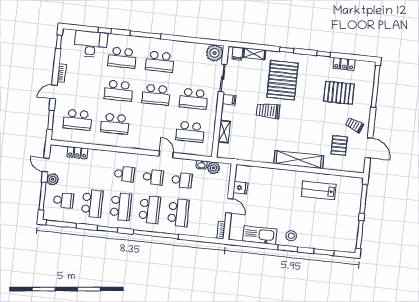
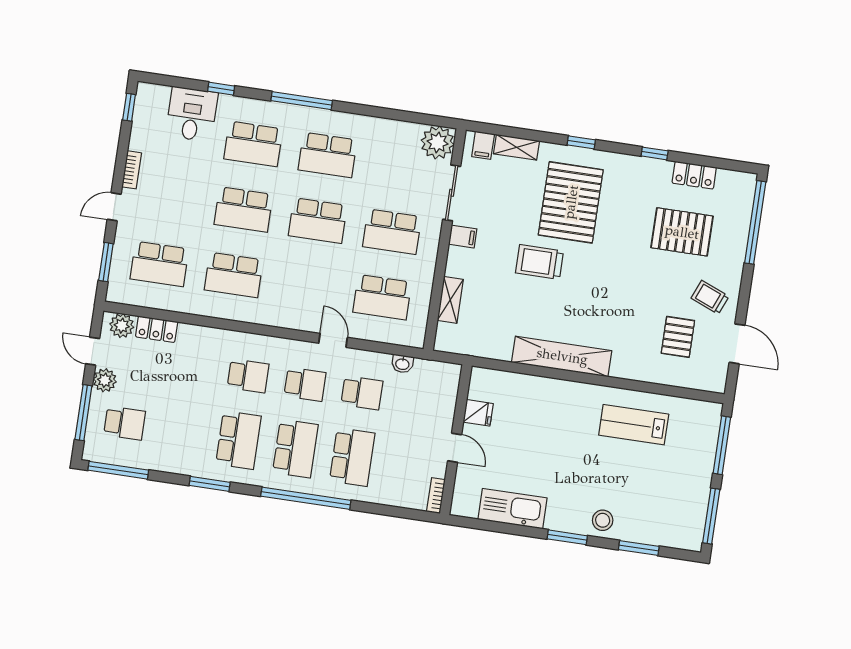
desk: (91, 44) -> (192, 114), width x0.73
shelving: (299, 160) -> (562, 356), moved
plant: (214, 168) -> (122, 326), moved
school desk: (92, 203) -> (181, 432), removed
stool: (291, 236) -> (603, 520), moved

